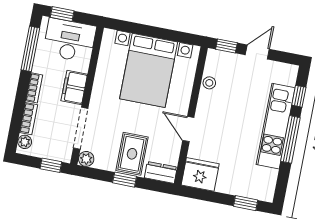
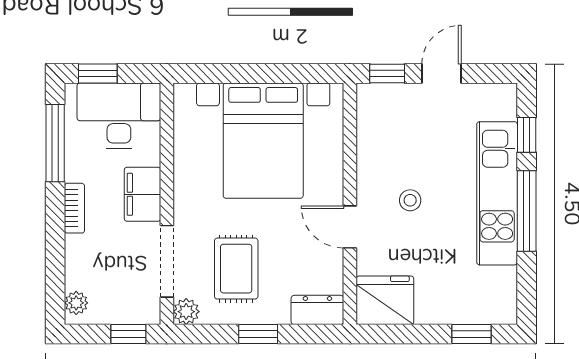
stool: (209, 83) -> (410, 200), moved
bookcase: (29, 119) -> (75, 262), removed
rug: (132, 154) -> (236, 269), moved

